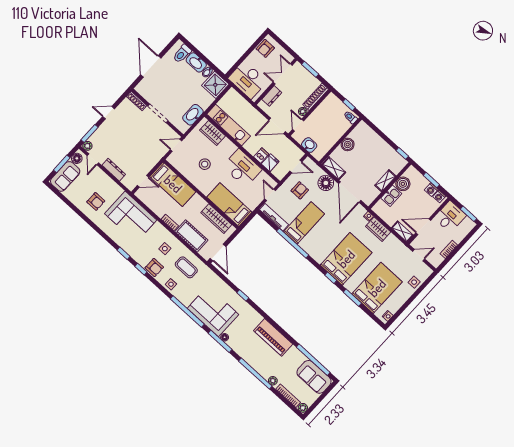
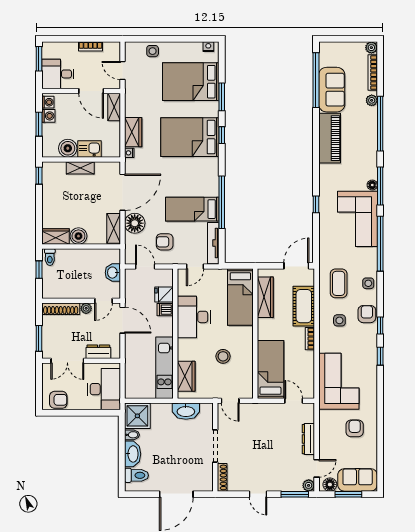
wardrobe: (359, 131) -> (55, 236), added
sofa: (314, 377) -> (332, 90), moved

